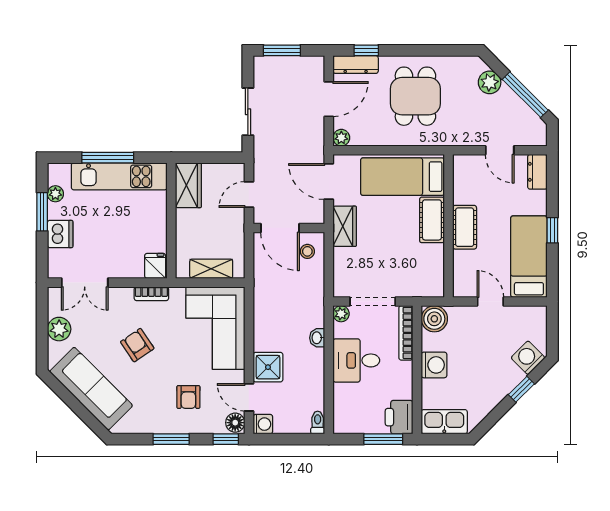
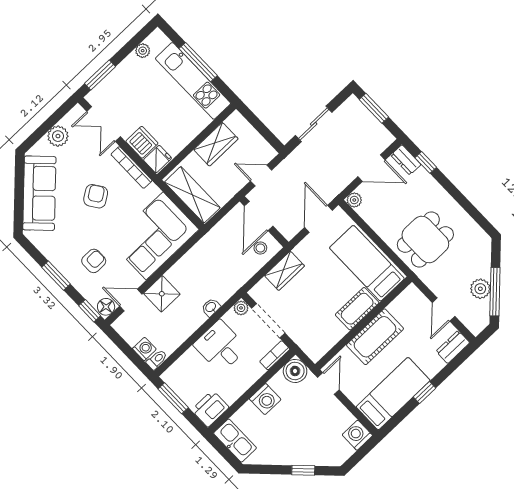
dresser: (356, 65) -> (406, 160), width x0.70
plant: (490, 82) -> (480, 289), moved
dining table: (415, 96) -> (425, 240), moved
wardrobe: (188, 185) -> (216, 144), moved
window: (42, 212) -> (100, 75), moved
wardrobe: (345, 226) -> (285, 271), moved
cot: (465, 227) -> (375, 337), width x1.37, depth x1.34
dishwasher: (60, 234) -> (142, 142), moved, turned -90
shelving: (211, 269) -> (192, 195), width x1.50, depth x1.33
bookcase: (151, 294) -> (131, 167), width x1.56
door: (490, 301) -> (328, 384), moved
bookcase: (406, 333) -> (275, 355), width x0.64
washing machine: (528, 358) -> (357, 435), moved, turned -45
armchair: (188, 397) -> (94, 261), turned 180
door: (249, 397) -> (131, 300), hinge flipped
washing machine: (263, 424) -> (144, 349), moved, turned -90
window: (383, 439) -> (173, 398), moved

